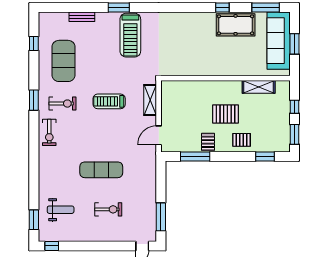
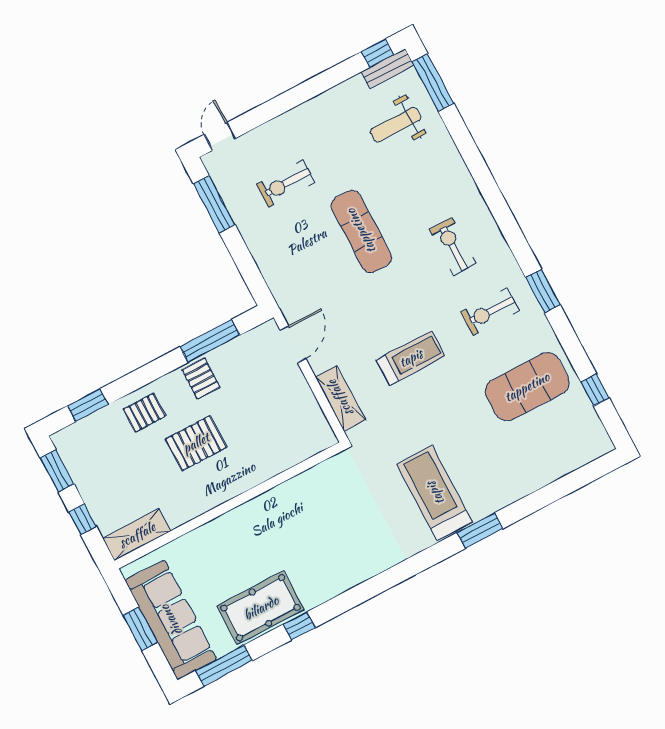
bench: (82, 17) -> (388, 69), moved
exercise mat: (64, 61) -> (527, 387), turned 90
shelving: (259, 87) -> (137, 535), moved
exercise bike: (49, 132) -> (453, 246), moved
exercise mat: (101, 170) -> (361, 231), turned 90
exercise bike: (108, 209) -> (286, 184), moved
window: (34, 220) -> (433, 82), width x1.44

